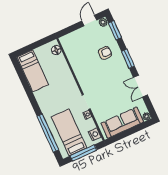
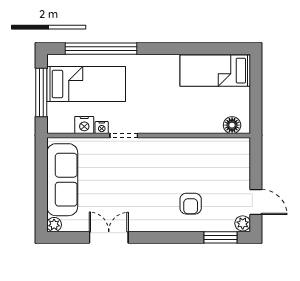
window: (128, 59) -> (163, 237), removed
nightstand: (95, 134) -> (84, 125), moved

